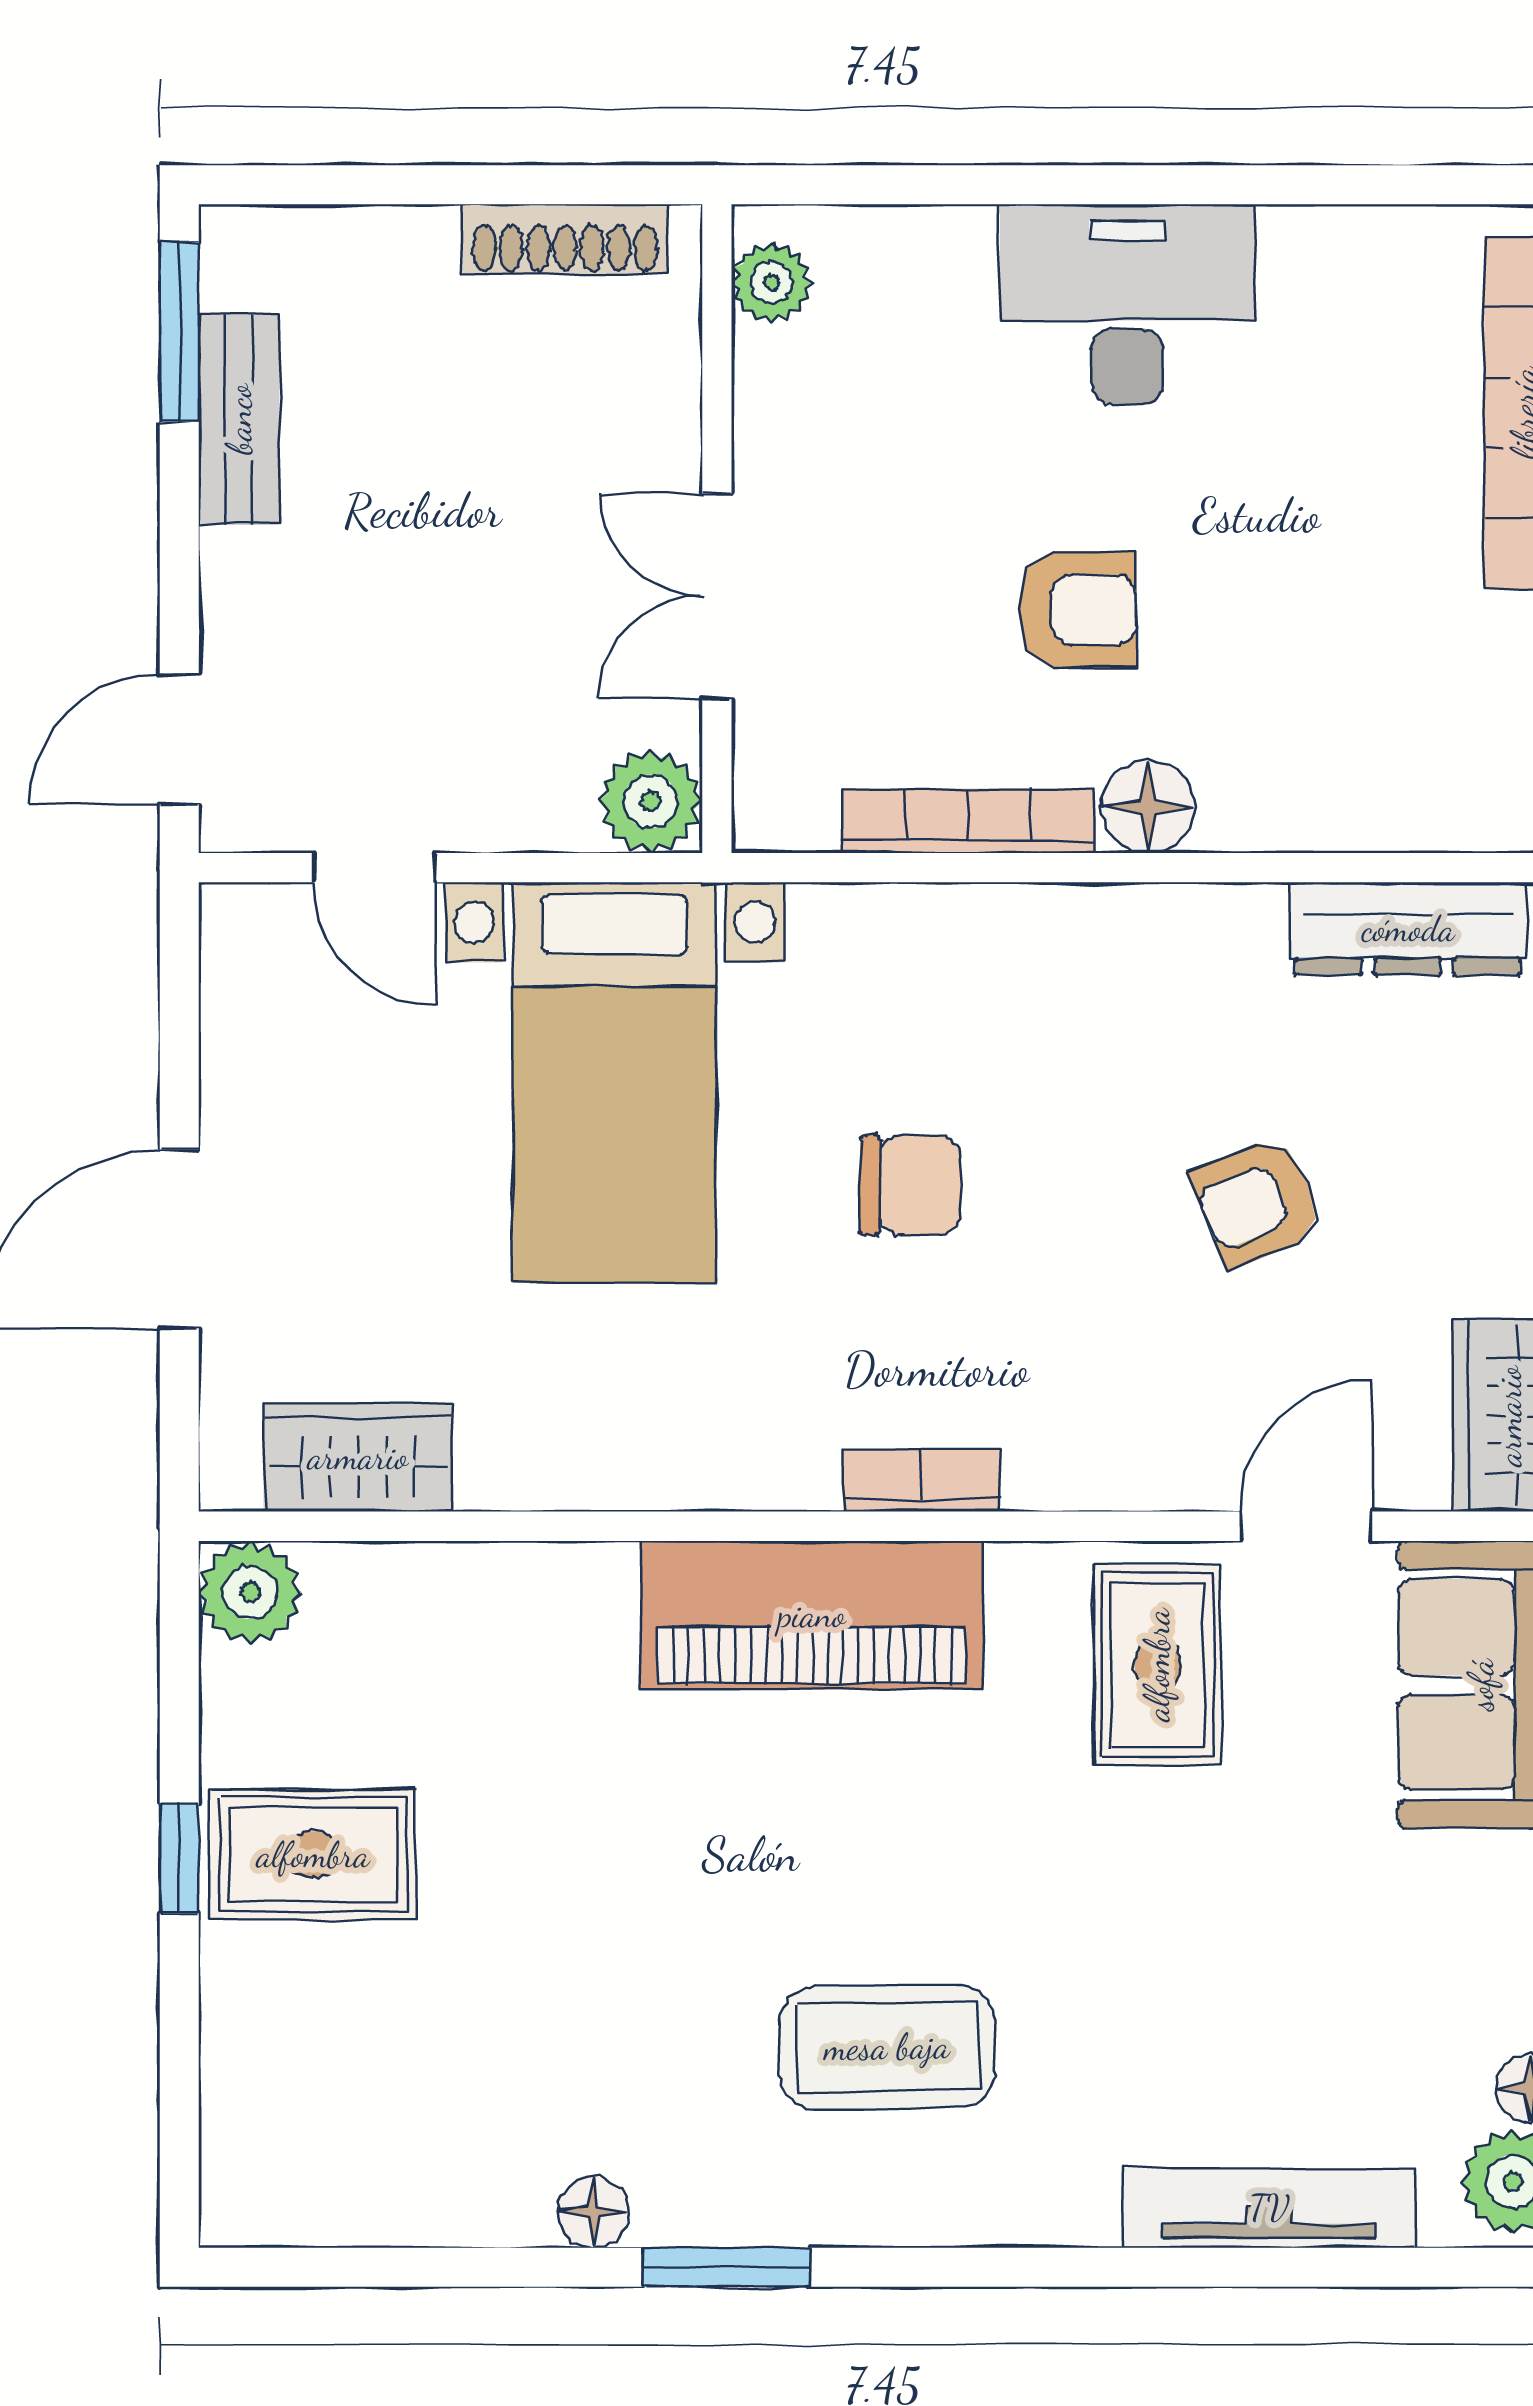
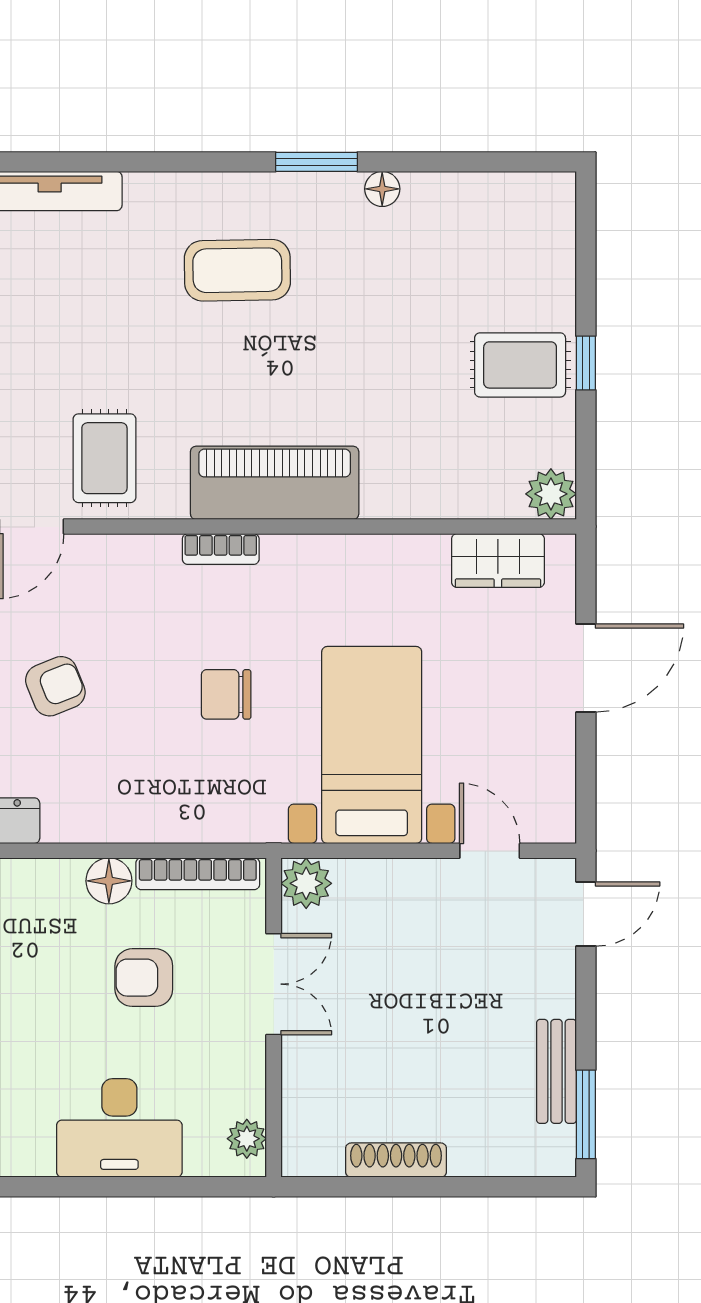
plant: (771, 282) -> (247, 1139), moved
wall: (717, 529) -> (274, 1018), moved
double door: (717, 596) -> (274, 984), moved
plant: (651, 801) -> (306, 883), moved

